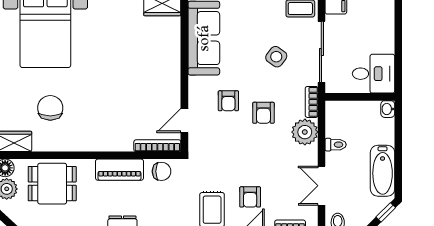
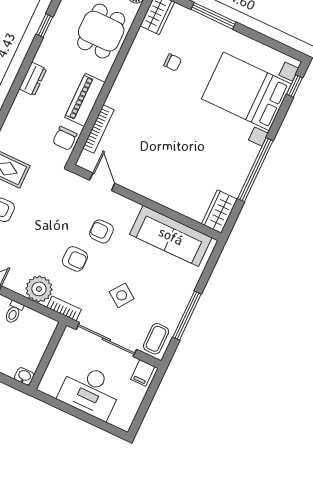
desk: (374, 74) -> (90, 391), moved, width x1.37
chair: (50, 108) -> (173, 62), width x0.54, depth x0.54
armchair: (263, 113) -> (75, 259), turned 180
bookcase: (157, 146) -> (98, 129), moved

